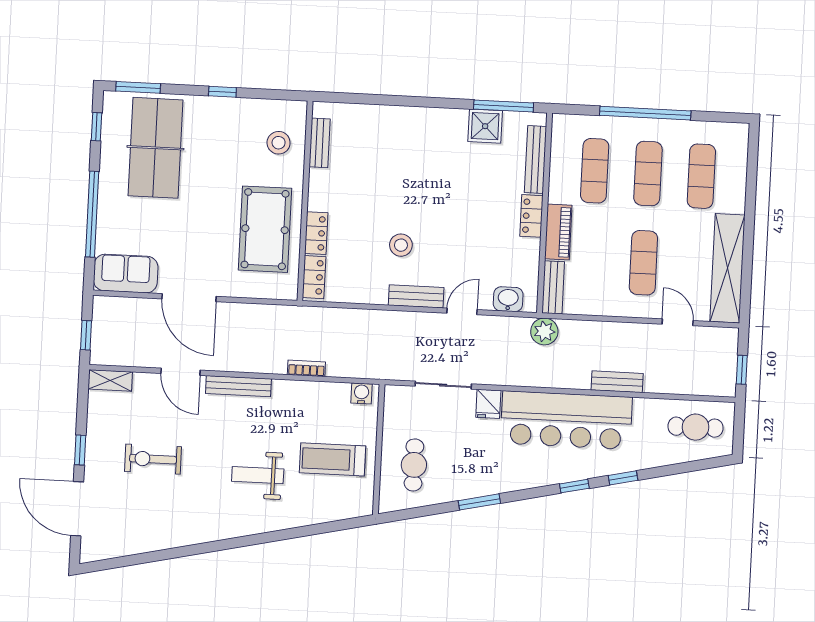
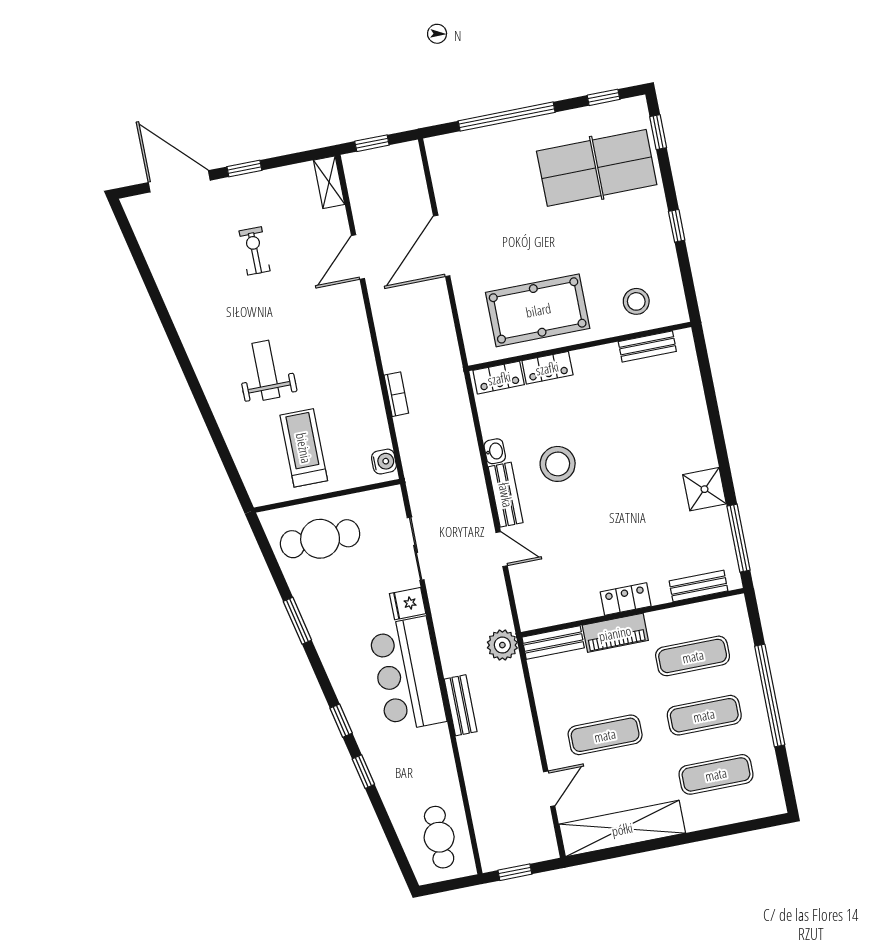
window: (138, 87) -> (658, 132), width x0.67
shower: (485, 126) -> (704, 489), moved
bench: (535, 160) -> (698, 586), width x0.73
stool: (401, 245) -> (558, 464), width x1.38, depth x1.38
sofa: (126, 274) -> (451, 170), removed
washbasin: (508, 299) -> (495, 451), moved, width x0.72, depth x0.69
bench: (617, 382) -> (461, 705), moved
bench: (238, 386) -> (358, 325), removed
bar counter: (566, 420) -> (407, 674), width x0.73
exercise bike: (153, 459) -> (255, 251), width x0.73, depth x0.72
cafe table: (414, 465) -> (320, 539), width x1.37, depth x1.35
door: (77, 509) -> (179, 181), hinge flipped

